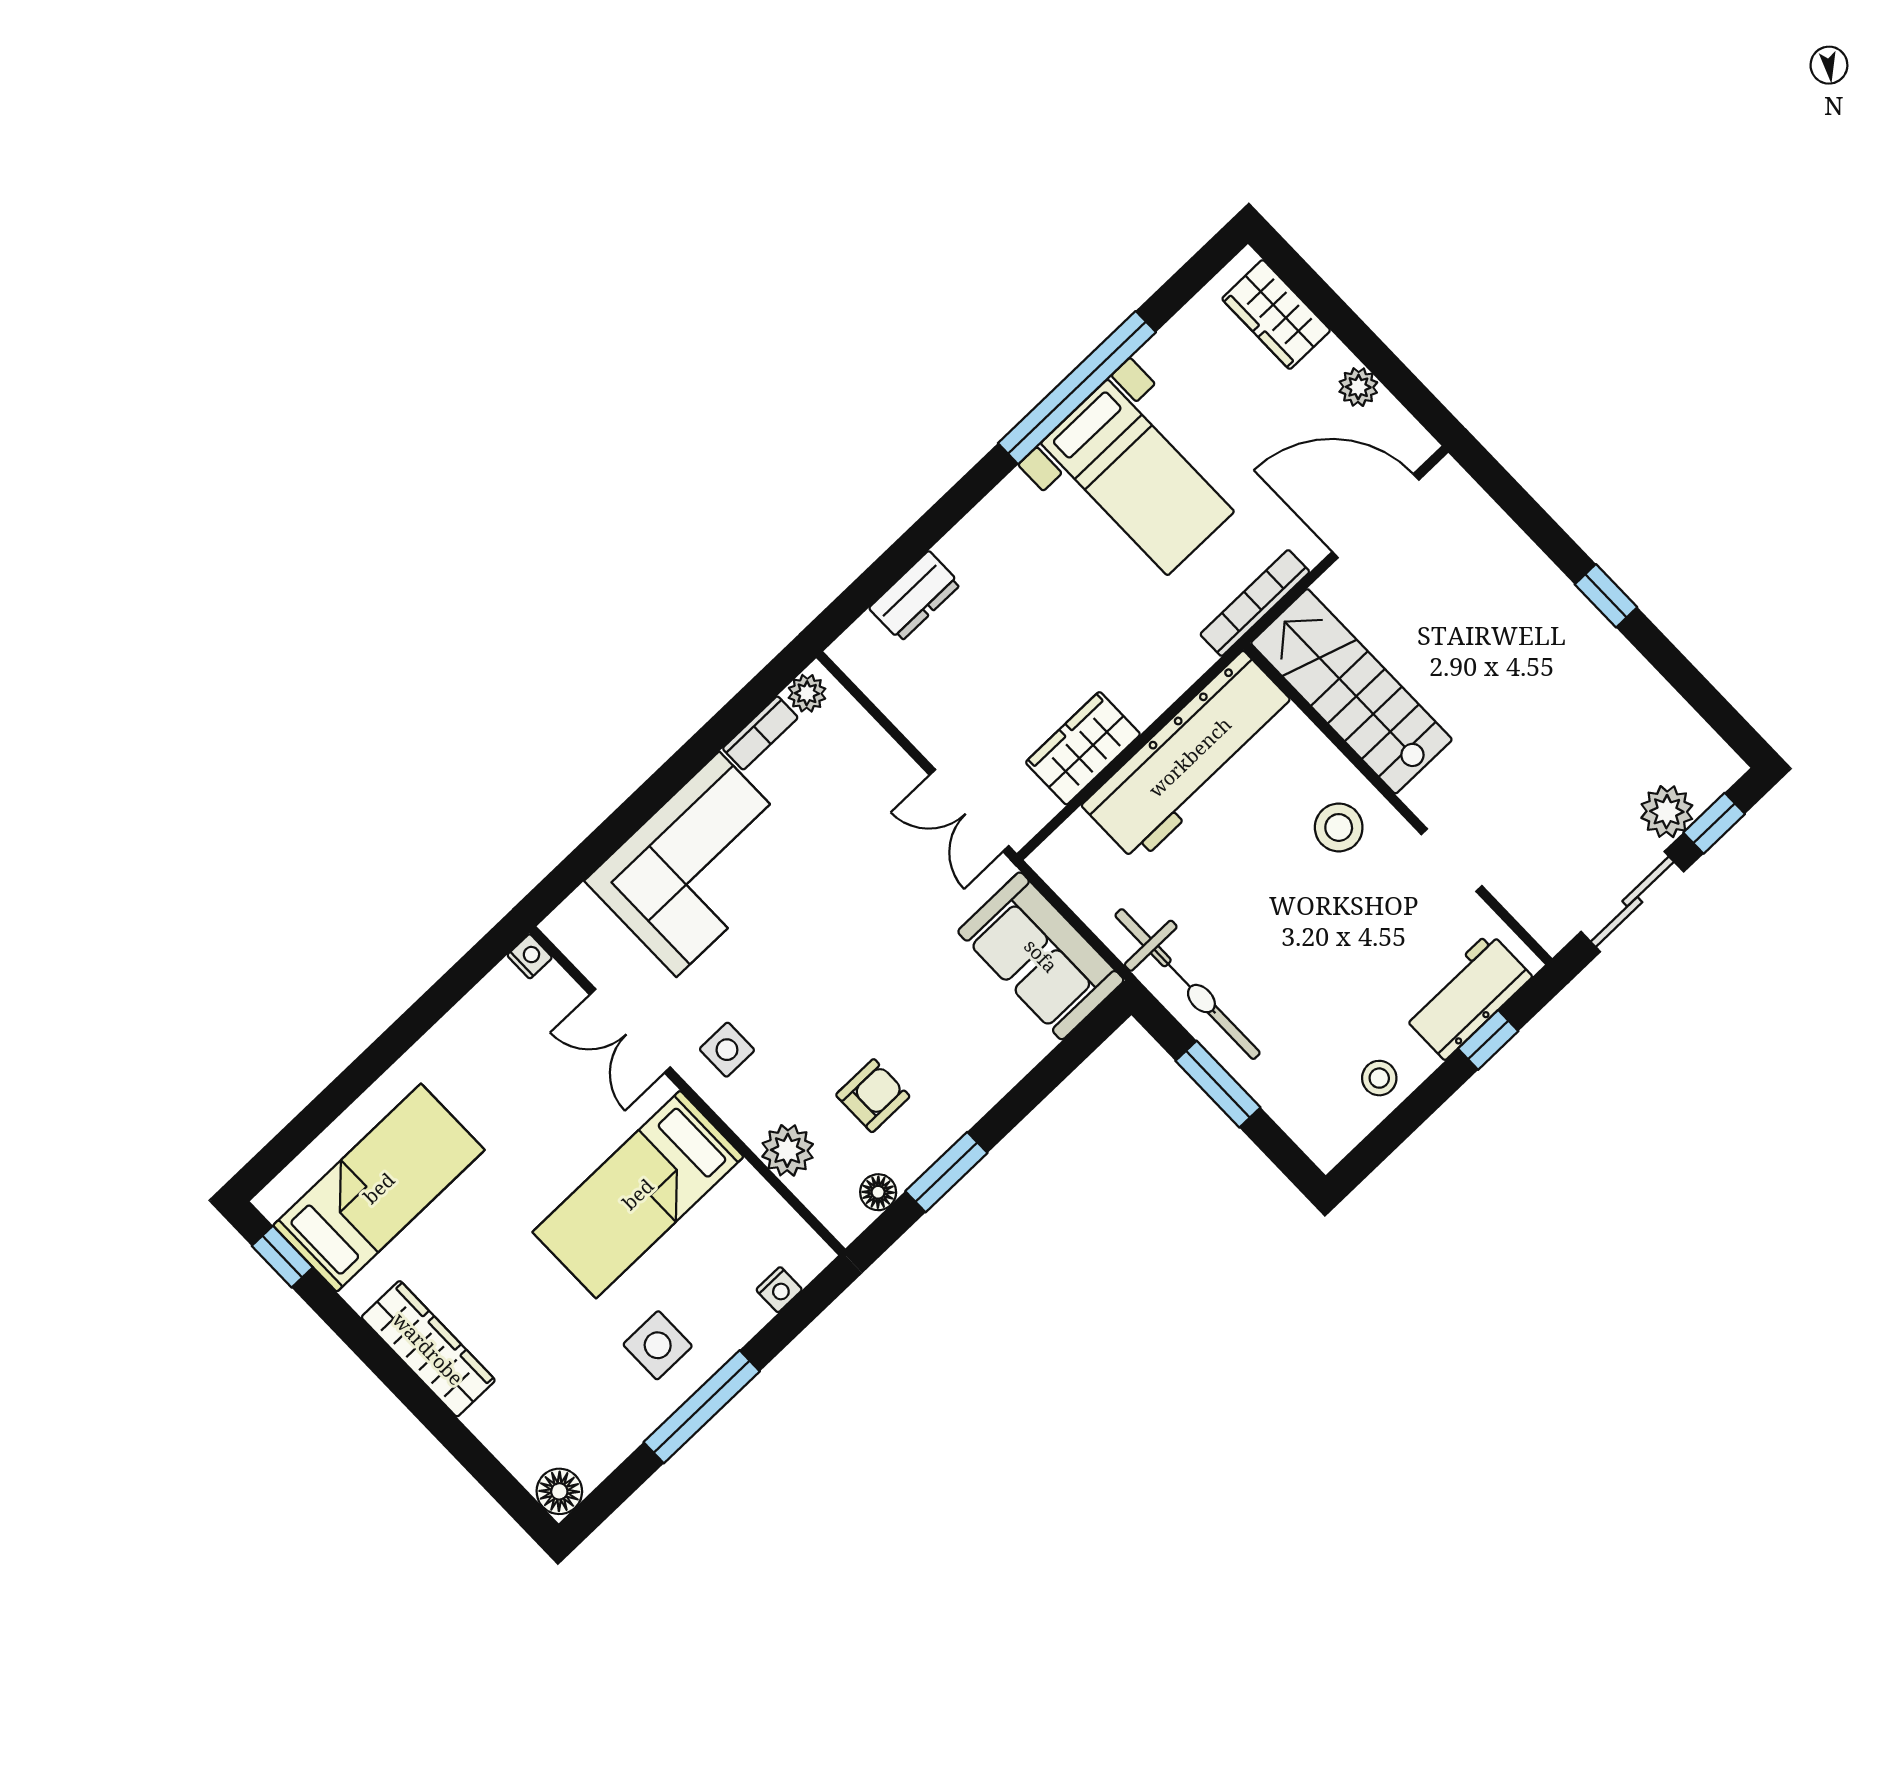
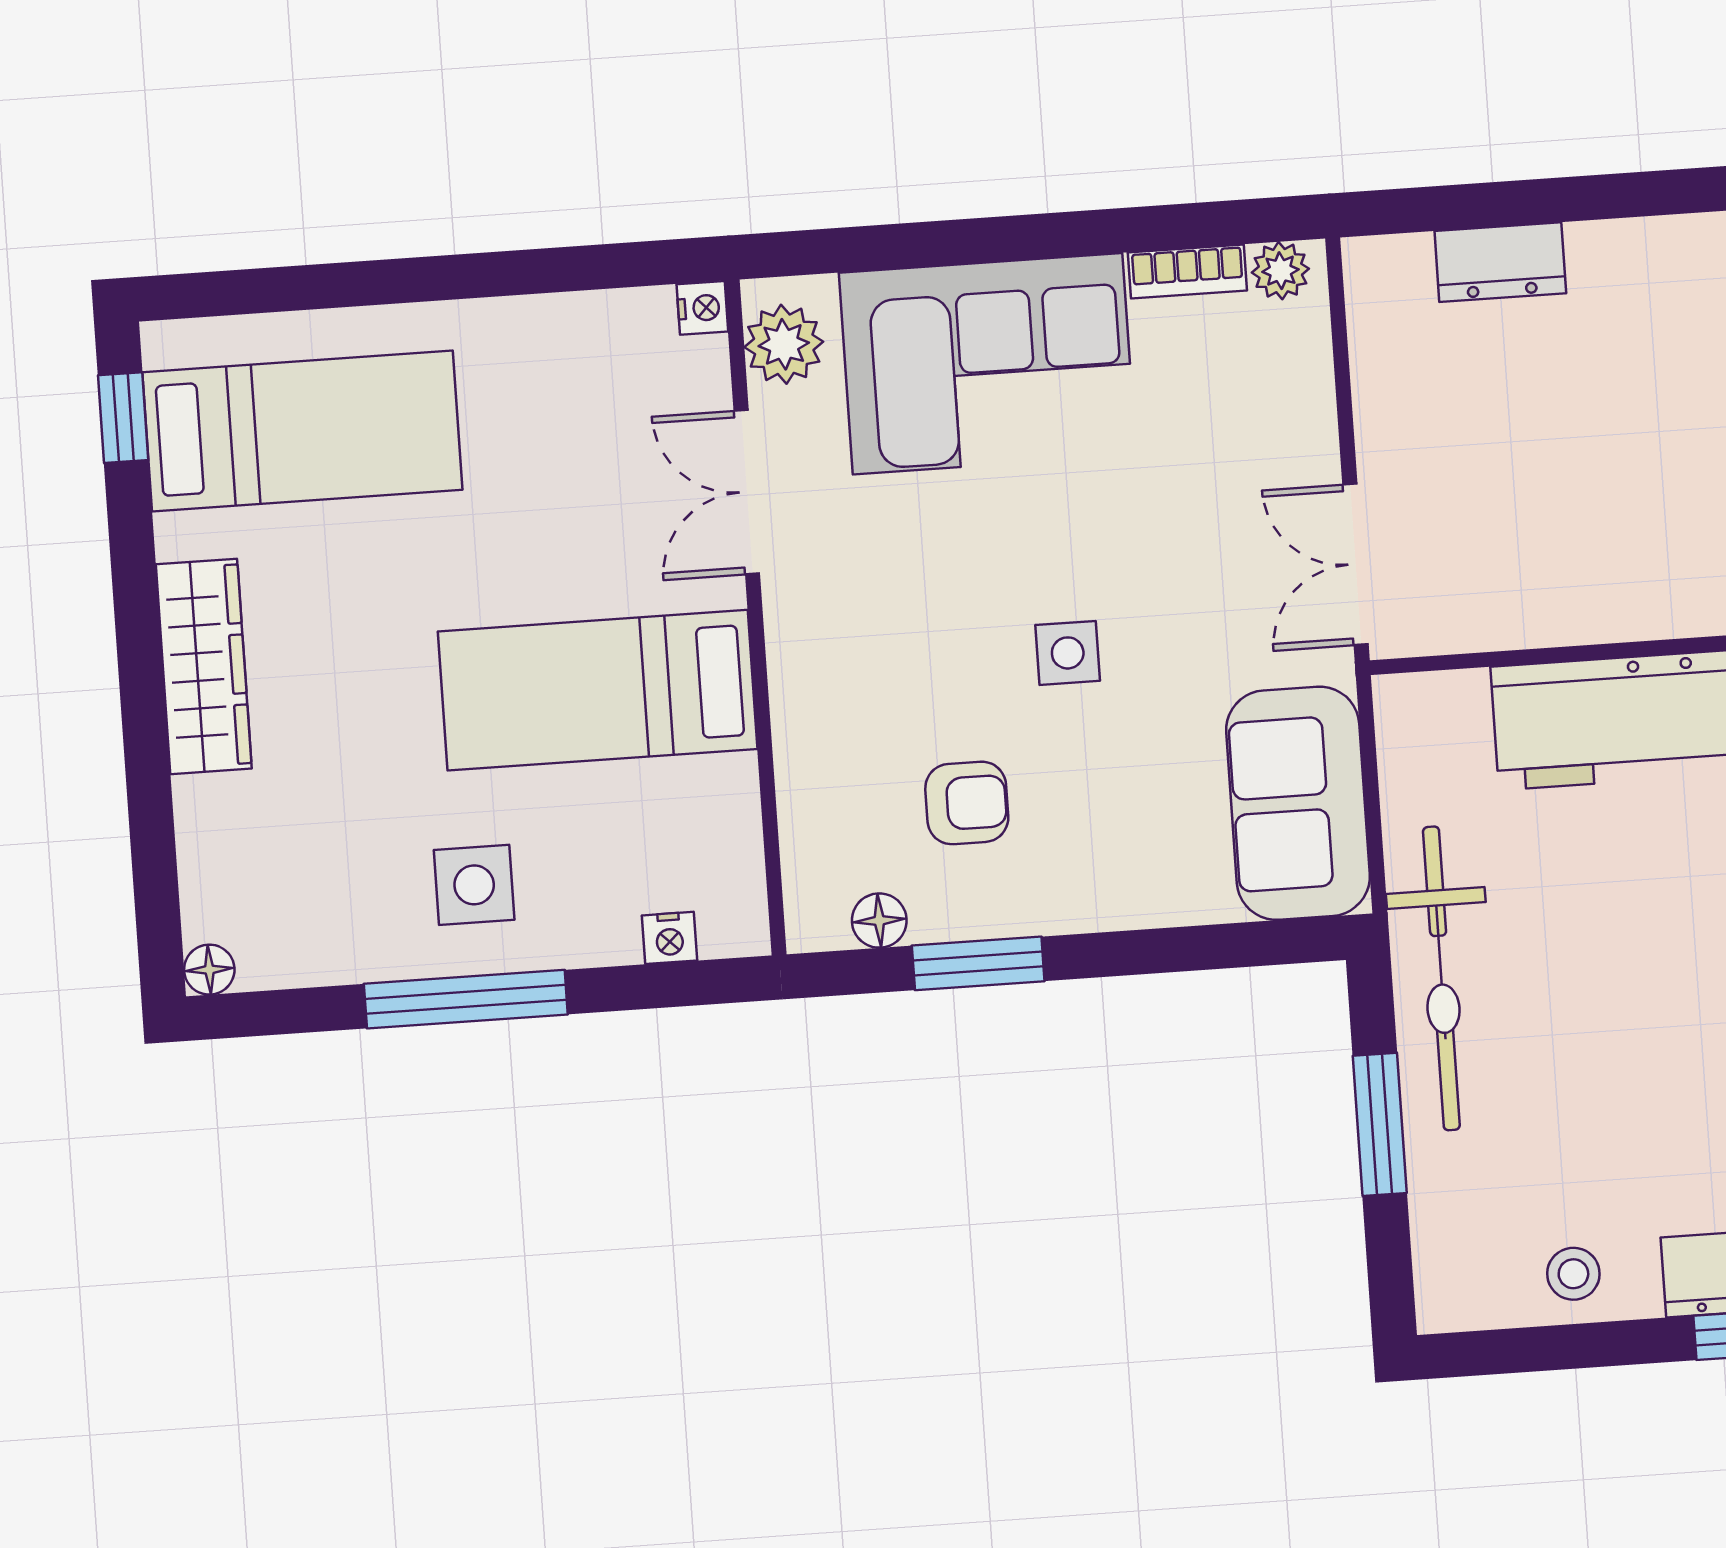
wardrobe: (1083, 748) -> (1548, 602), removed
side table: (727, 1050) -> (1068, 653), moved
plant: (788, 1150) -> (784, 344), moved
floor lamp: (559, 1491) -> (209, 970), width x0.73, depth x0.73

